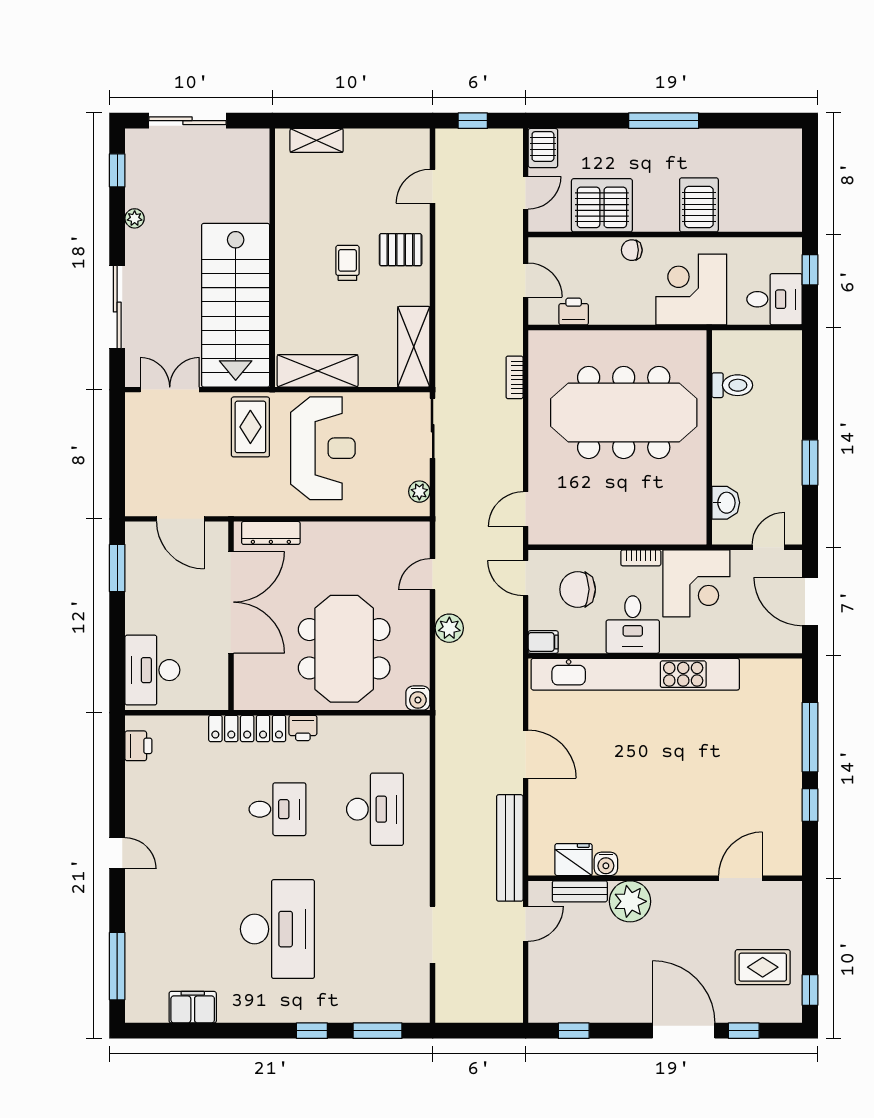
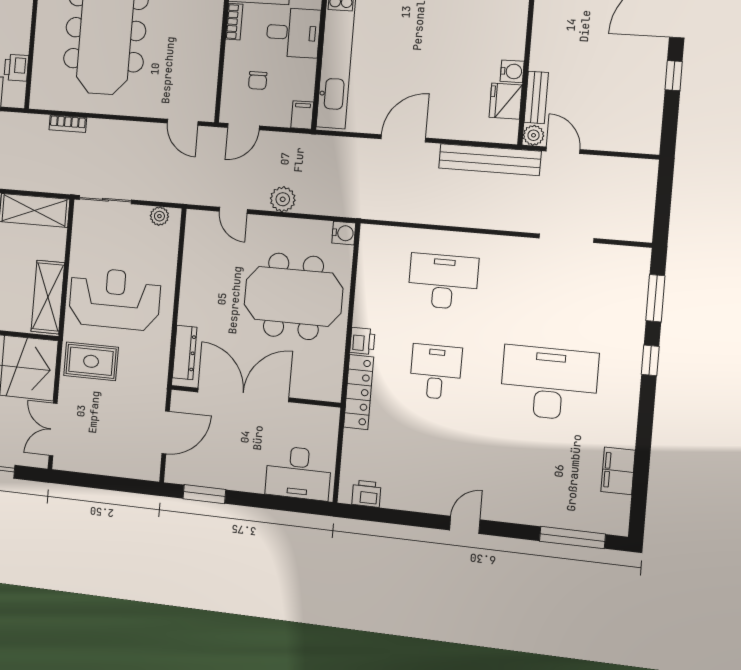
chair: (578, 589) -> (258, 80), width x0.54, depth x0.54
plant: (630, 901) -> (534, 135), moved, width x0.53, depth x0.53
window: (574, 1031) -> (674, 76), moved

